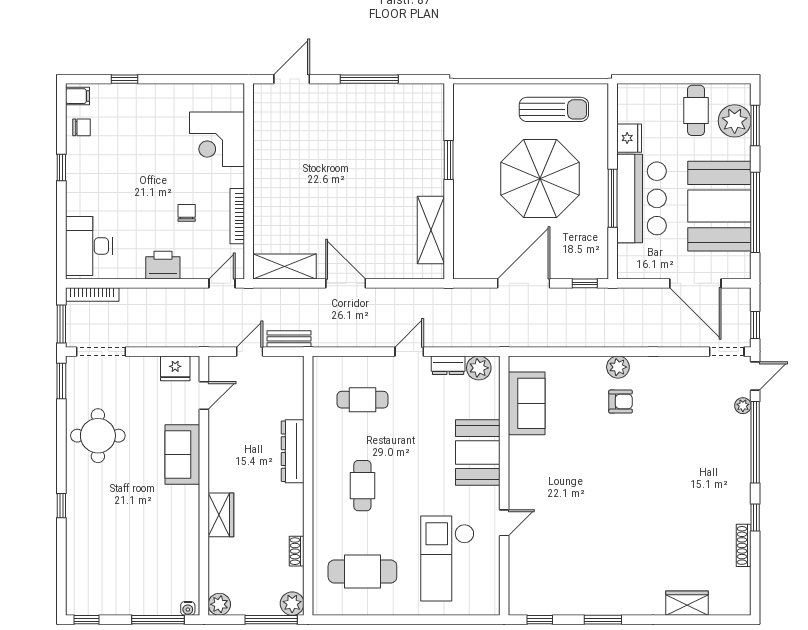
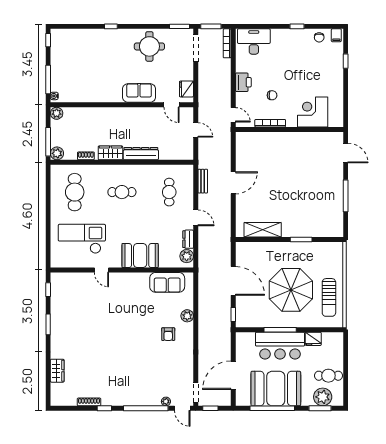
shelving: (285, 267) -> (242, 149), removed
bench: (289, 339) -> (203, 181), moved
plant: (618, 367) -> (187, 316), moved
wardrobe: (221, 515) -> (110, 153), moved, turned 180

